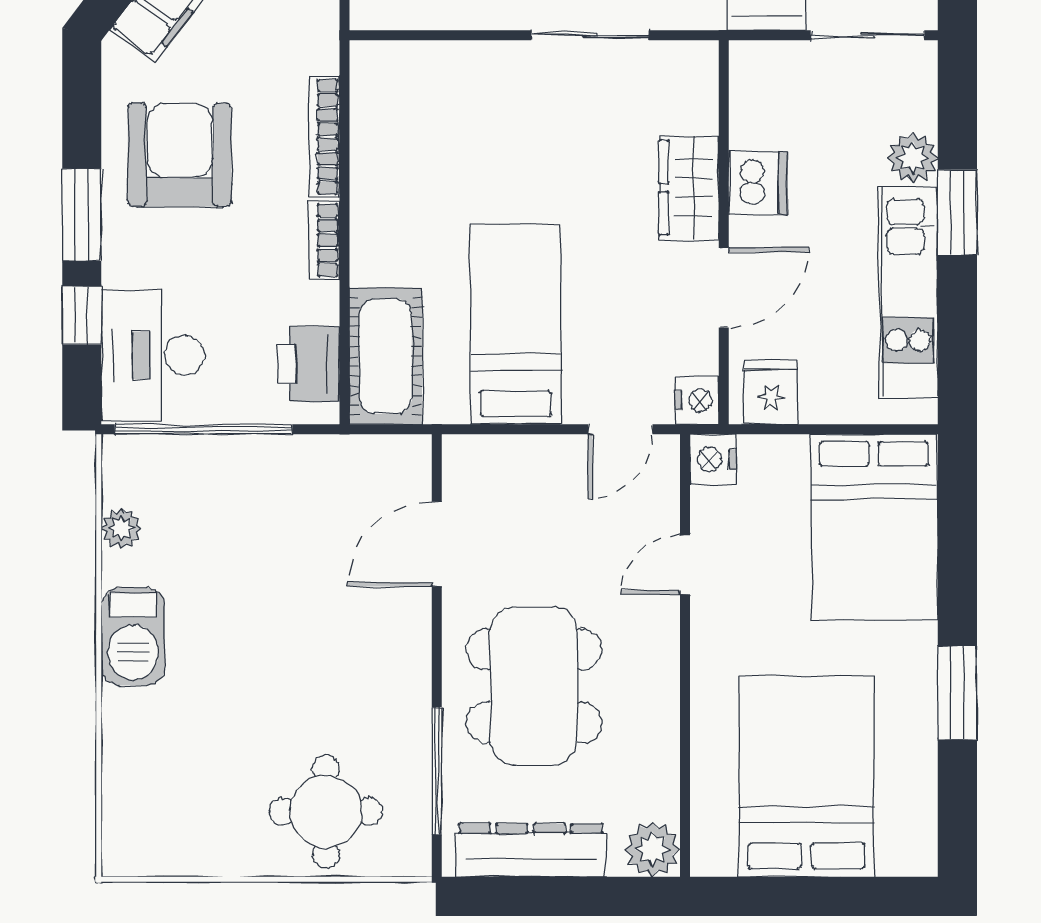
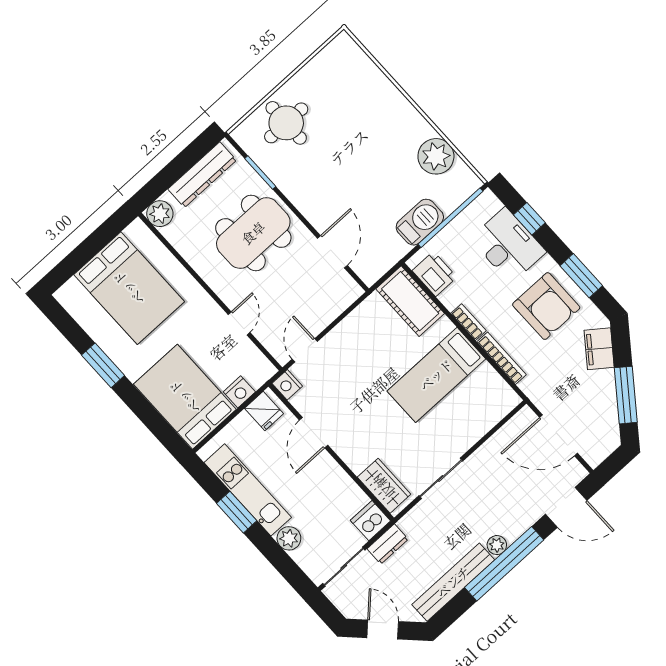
dishwasher: (758, 183) -> (370, 521), moved, turned 90
wardrobe: (689, 188) -> (384, 486), moved
window: (957, 212) -> (237, 512), moved
window: (82, 215) -> (581, 276), moved
bed: (516, 324) -> (436, 375), moved, turned 90
desk: (153, 355) -> (508, 245), moved
nightstand: (713, 460) -> (239, 392), moved, turned 90
plant: (121, 528) -> (436, 156), width x1.88, depth x1.88
barbecue: (133, 637) -> (420, 222), moved, turned 90
dining table: (534, 686) -> (253, 233), turned 90
window: (437, 771) -> (260, 172), width x0.69

